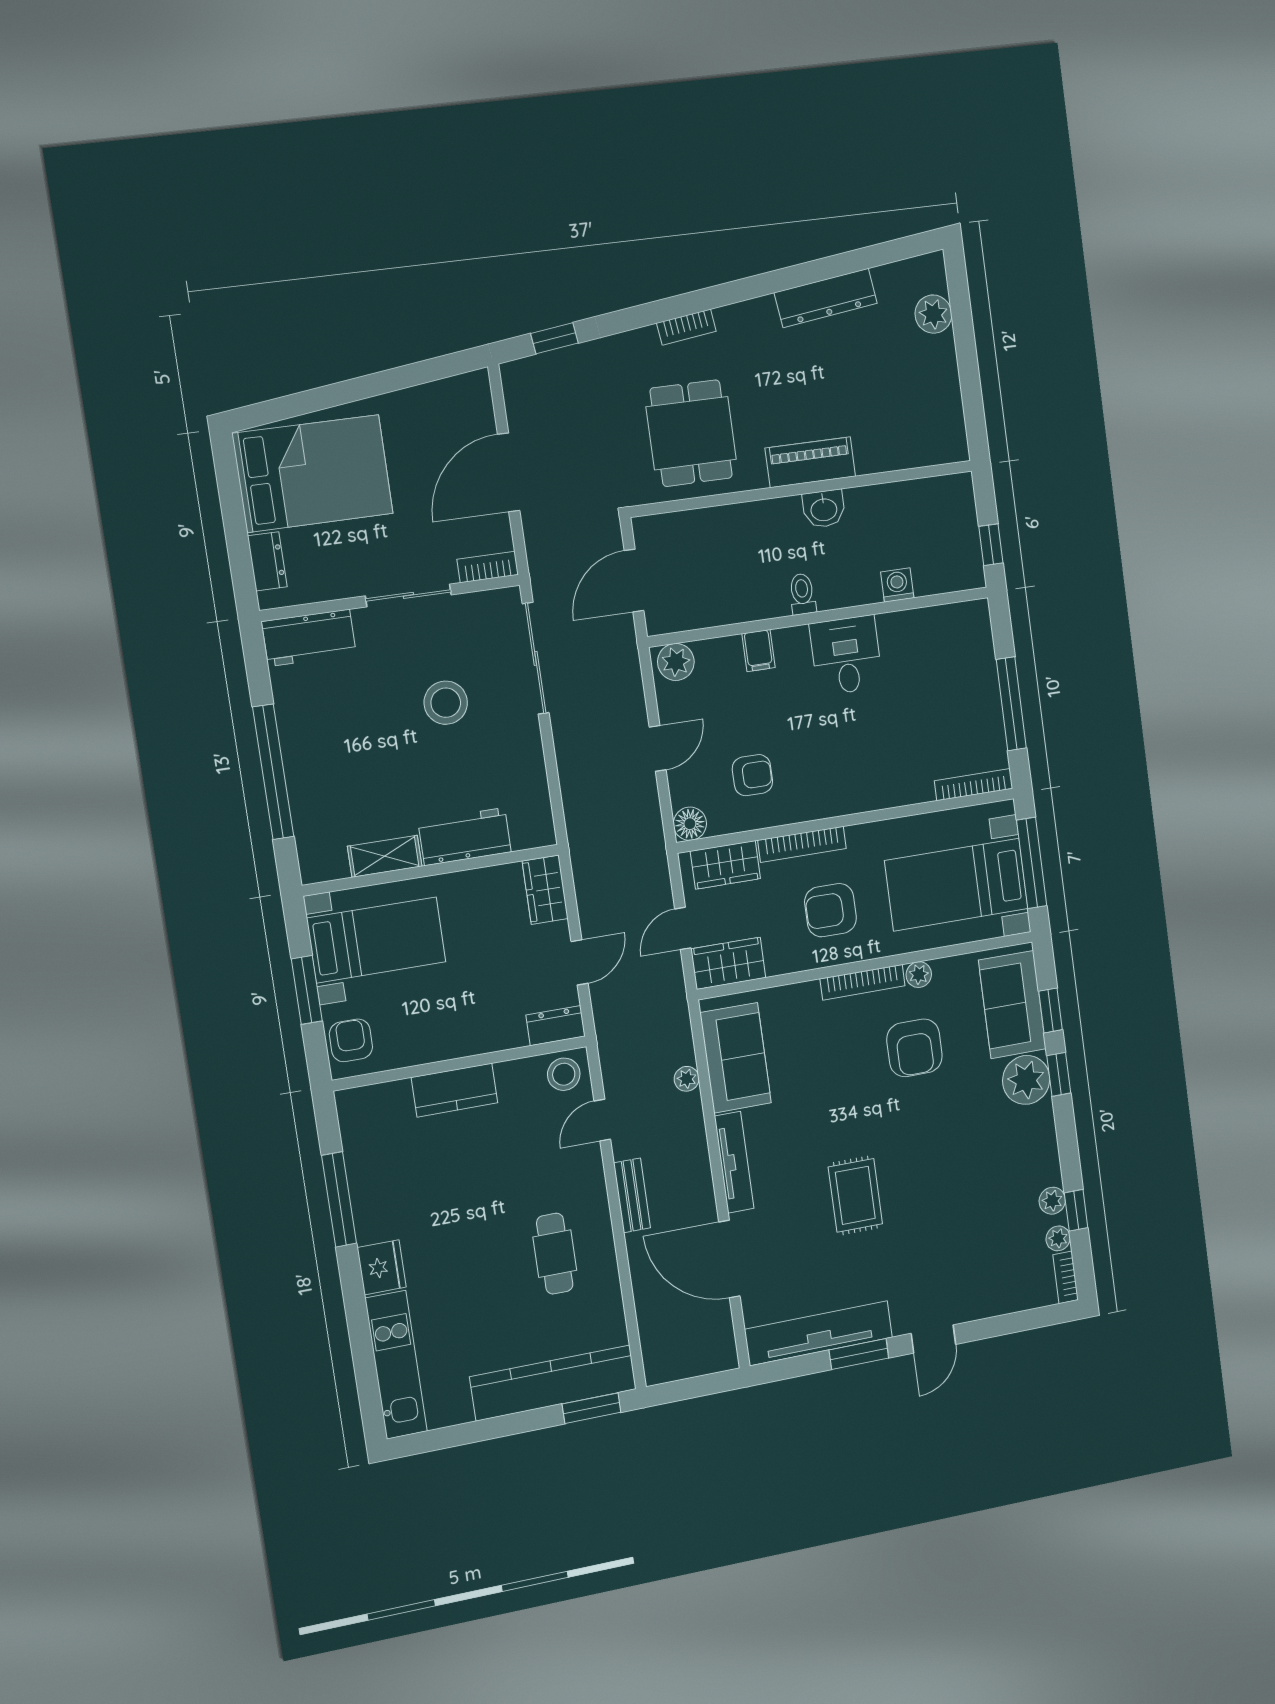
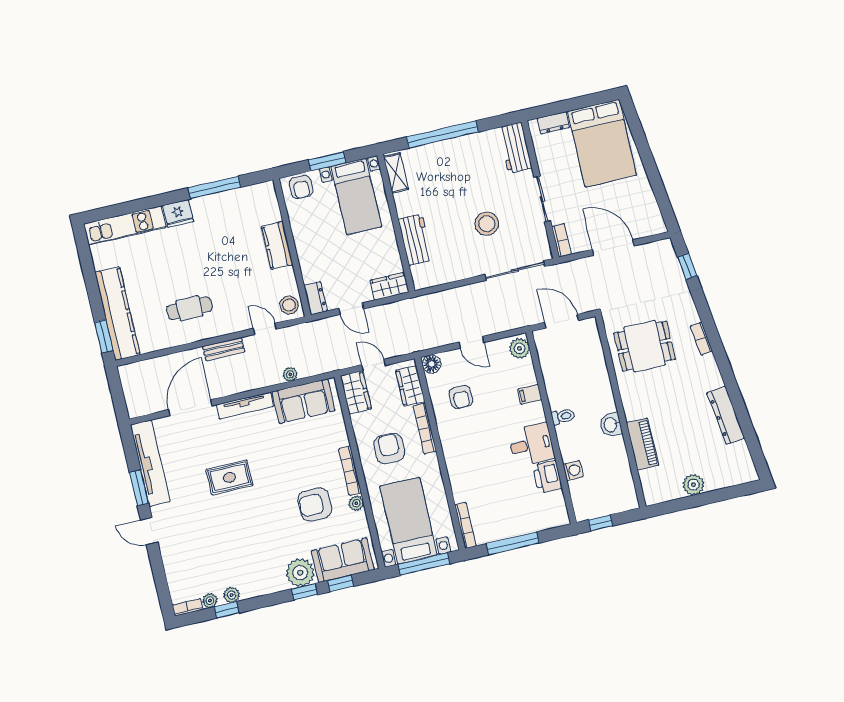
plant: (933, 314) -> (693, 485), moved
piano: (810, 462) -> (642, 444), moved
printer: (904, 632) -> (548, 477), added
shelving: (385, 856) -> (396, 173), moved
armchair: (351, 1040) -> (301, 187), turned 90

